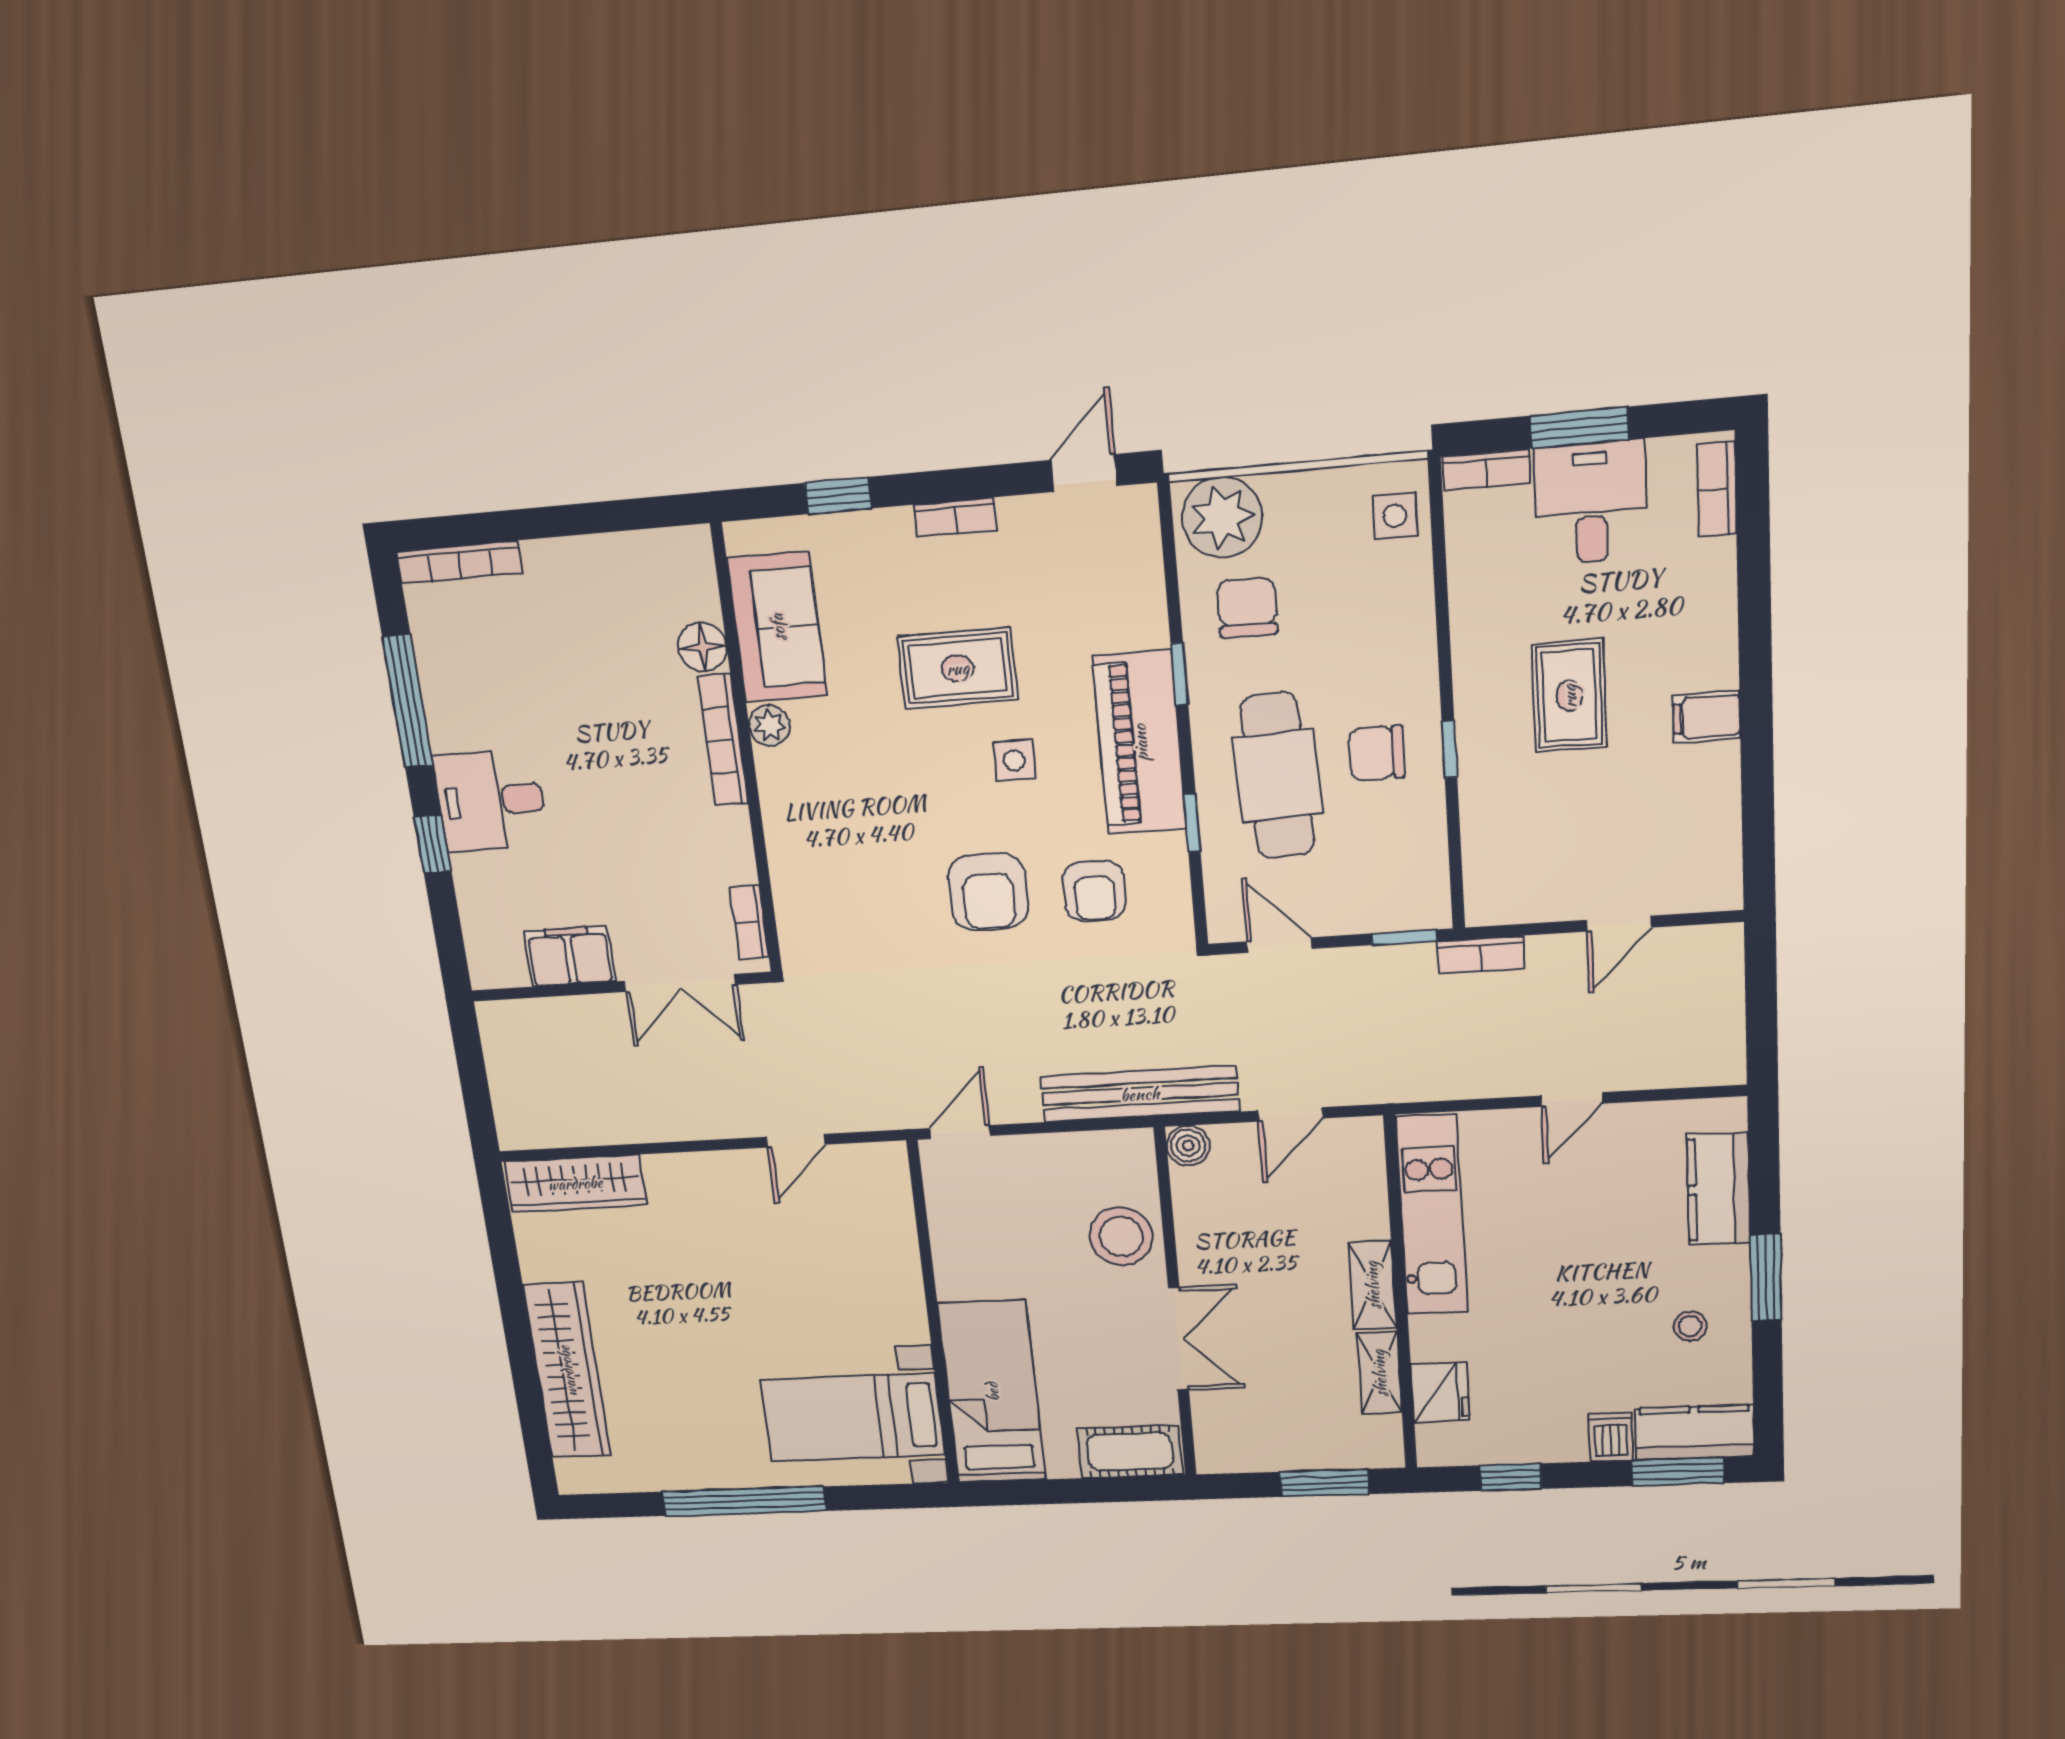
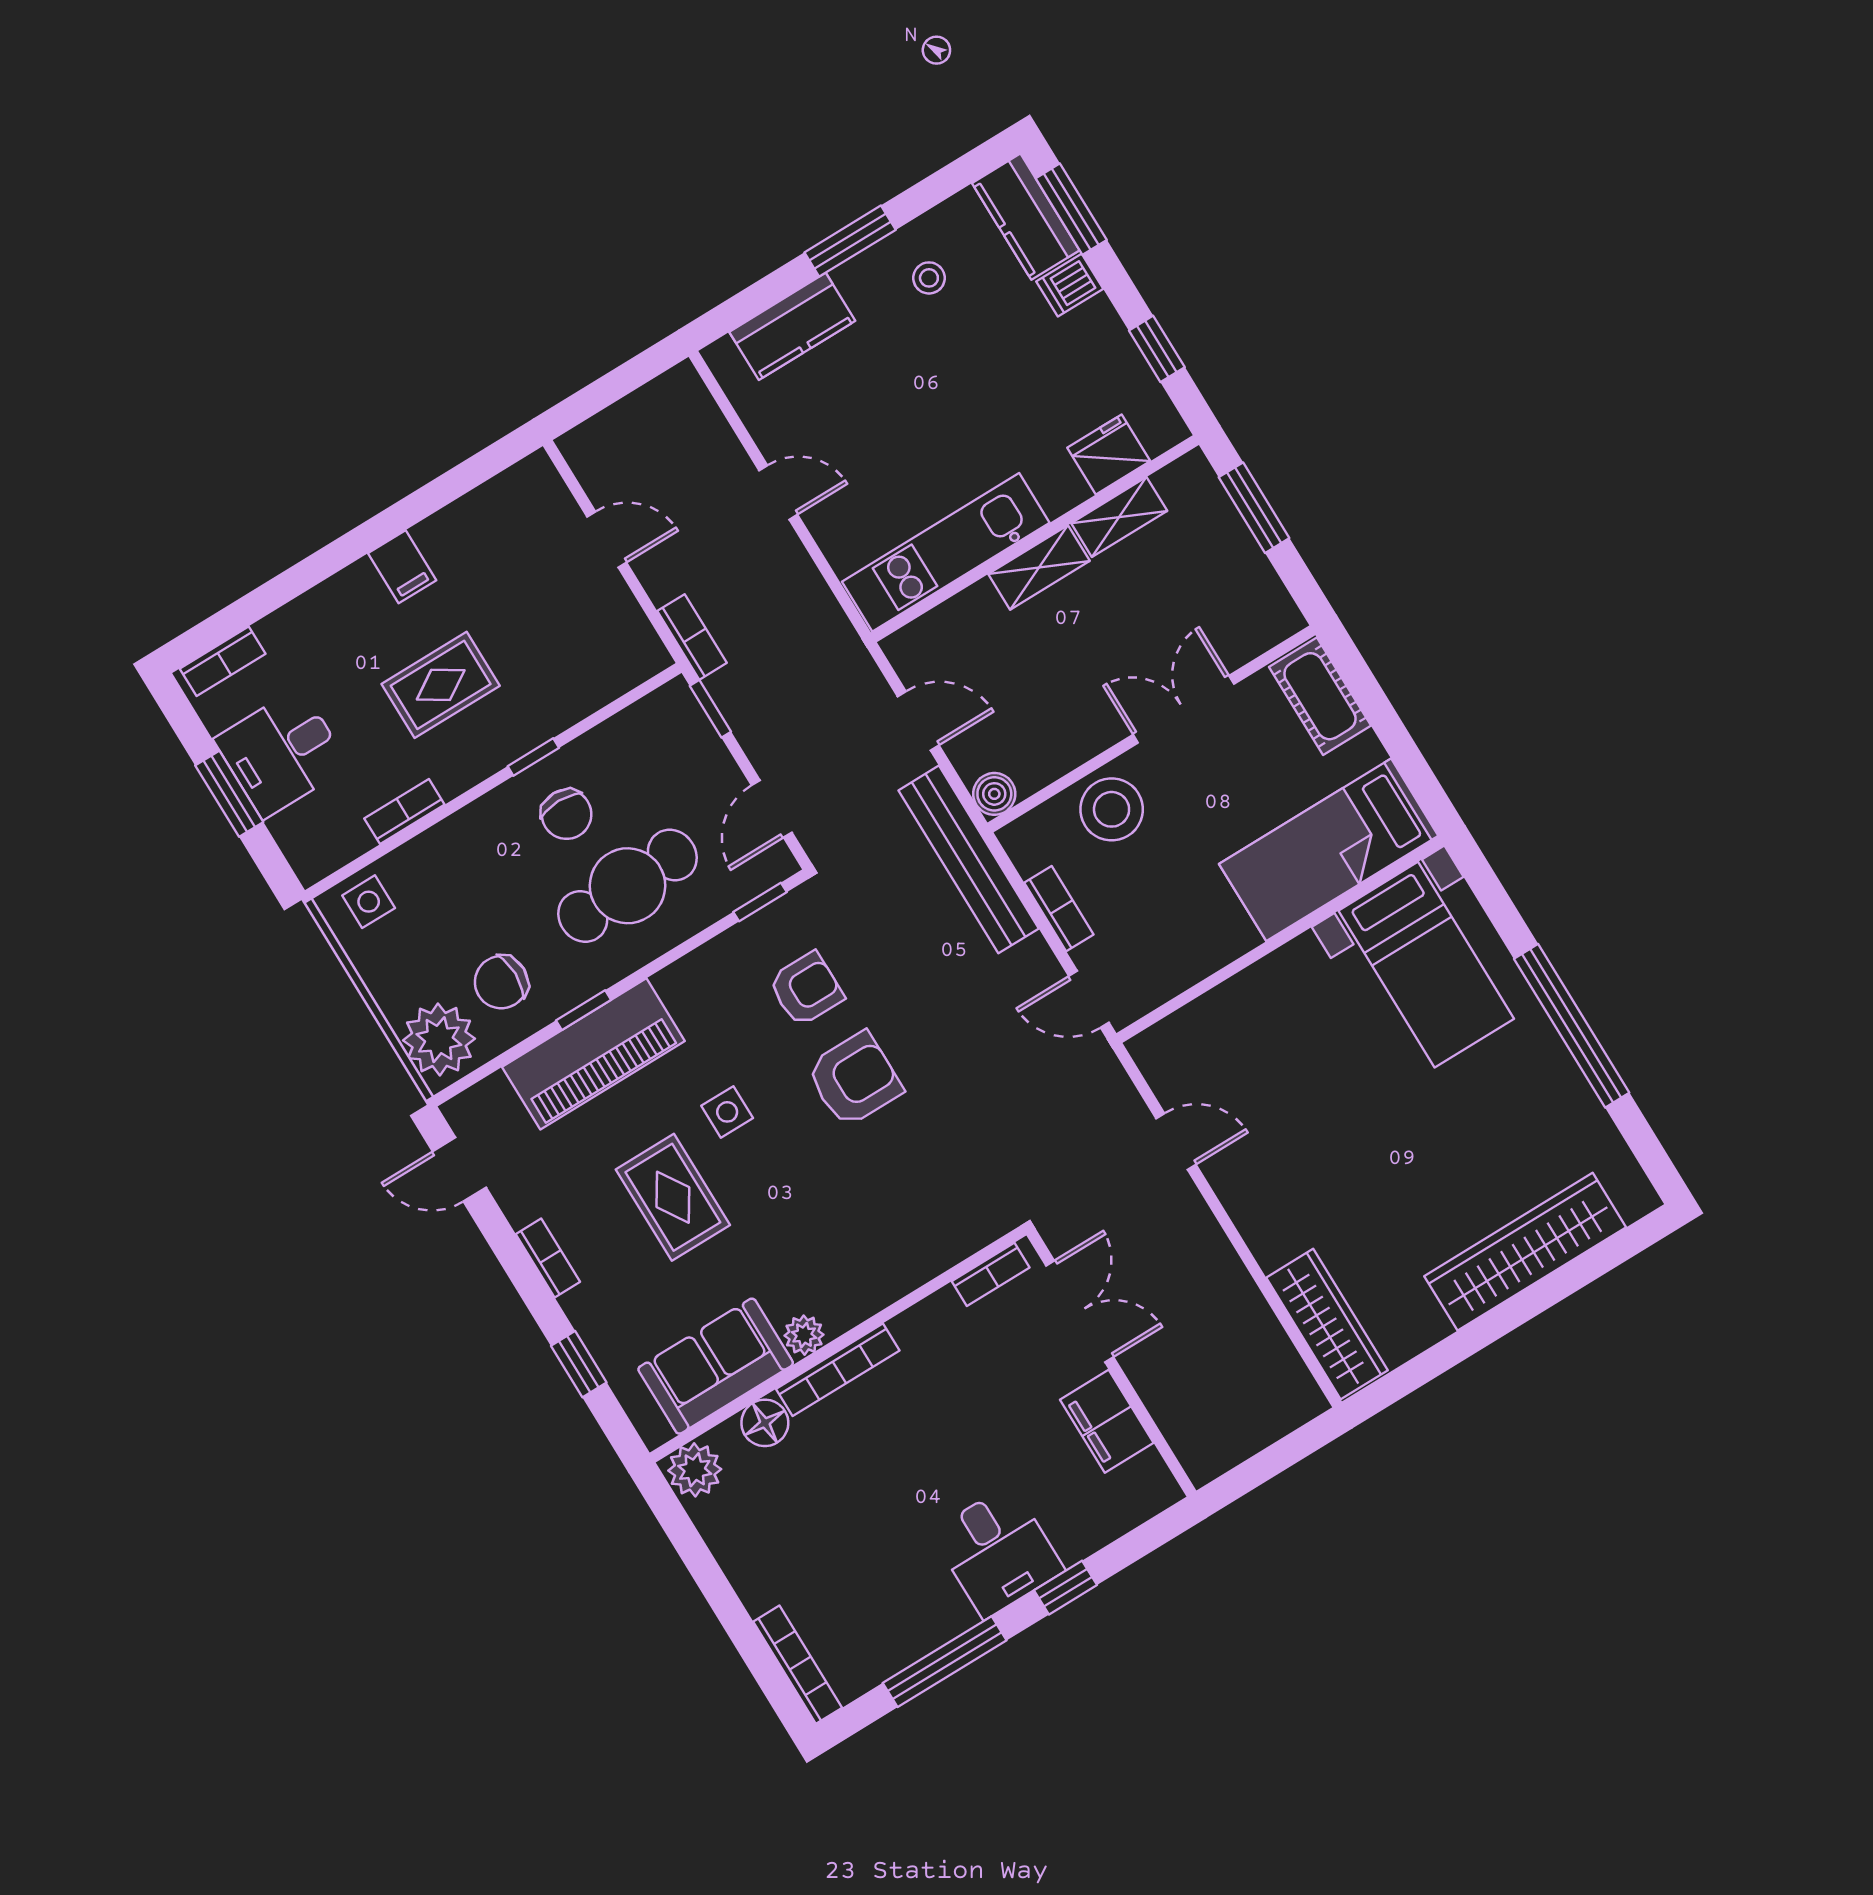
bookcase: (1486, 470) -> (404, 812), moved, turned -90
plant: (686, 557) -> (695, 1470), added
piano: (1140, 743) -> (593, 1054), moved
window: (1192, 823) -> (760, 902), moved
bookcase: (1055, 1148) -> (1059, 909), added

